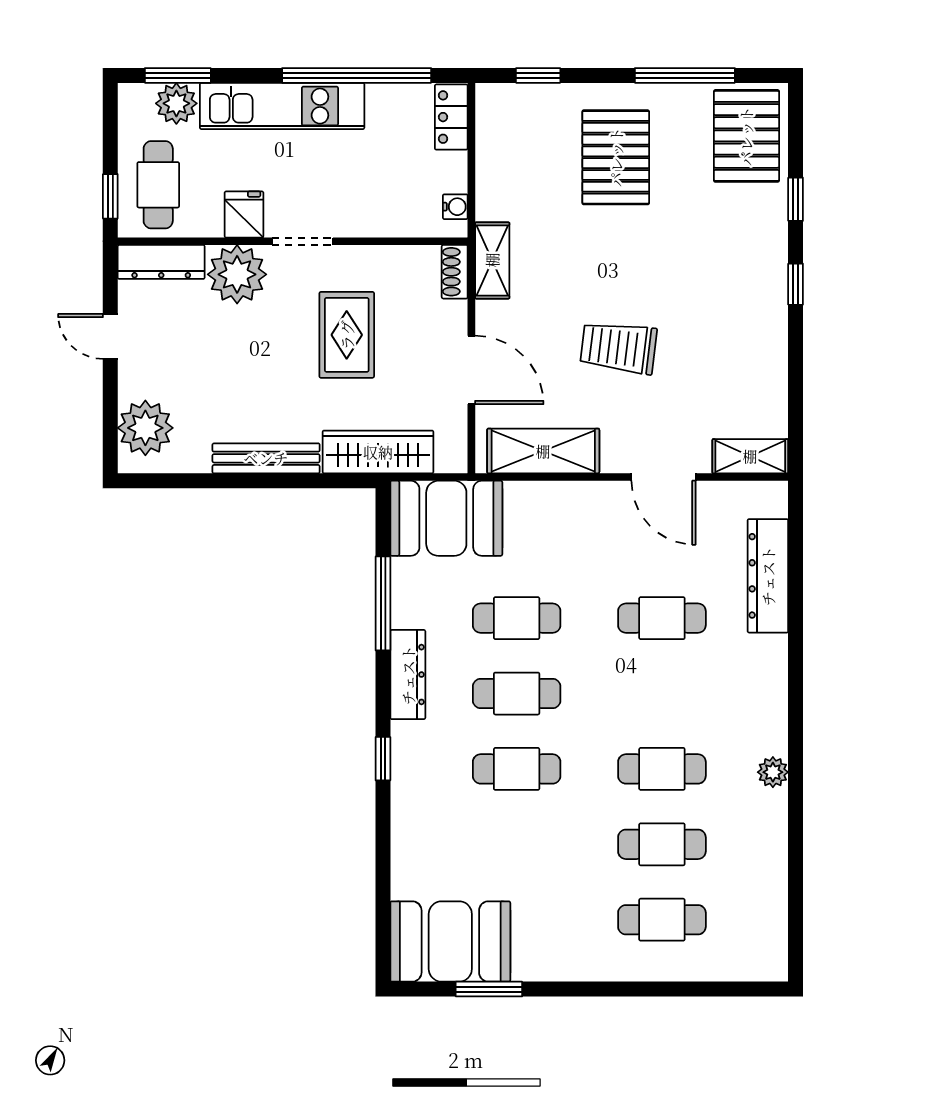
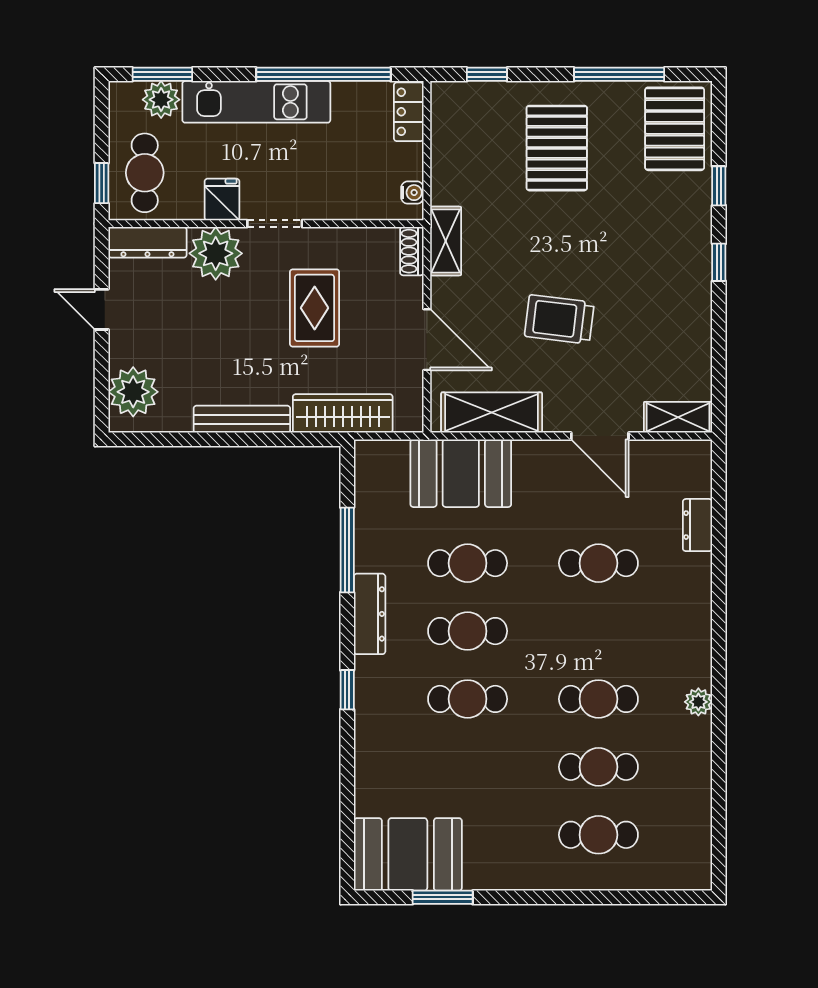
booth: (446, 518) -> (461, 473), moved
dresser: (768, 576) -> (698, 525), width x0.51, depth x0.80

